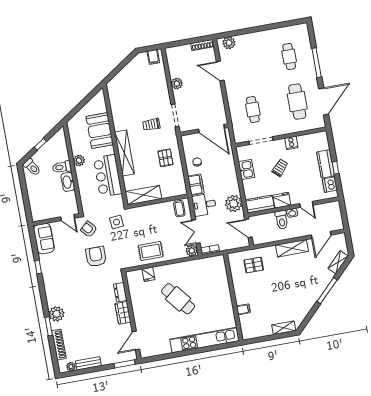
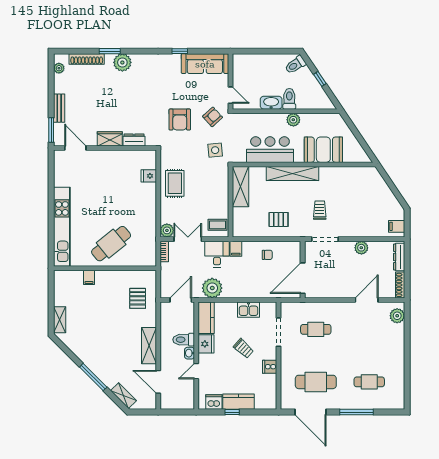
dresser: (179, 50) -> (399, 257), added
filing cabinet: (196, 185) -> (236, 249), width x0.50
door: (68, 217) -> (230, 95), swing flipped
sofa: (44, 239) -> (205, 64), width x1.36
armchair: (96, 257) -> (180, 119), turned 90
cafe table: (178, 299) -> (111, 244), moved
bench: (88, 363) -> (59, 108), moved

